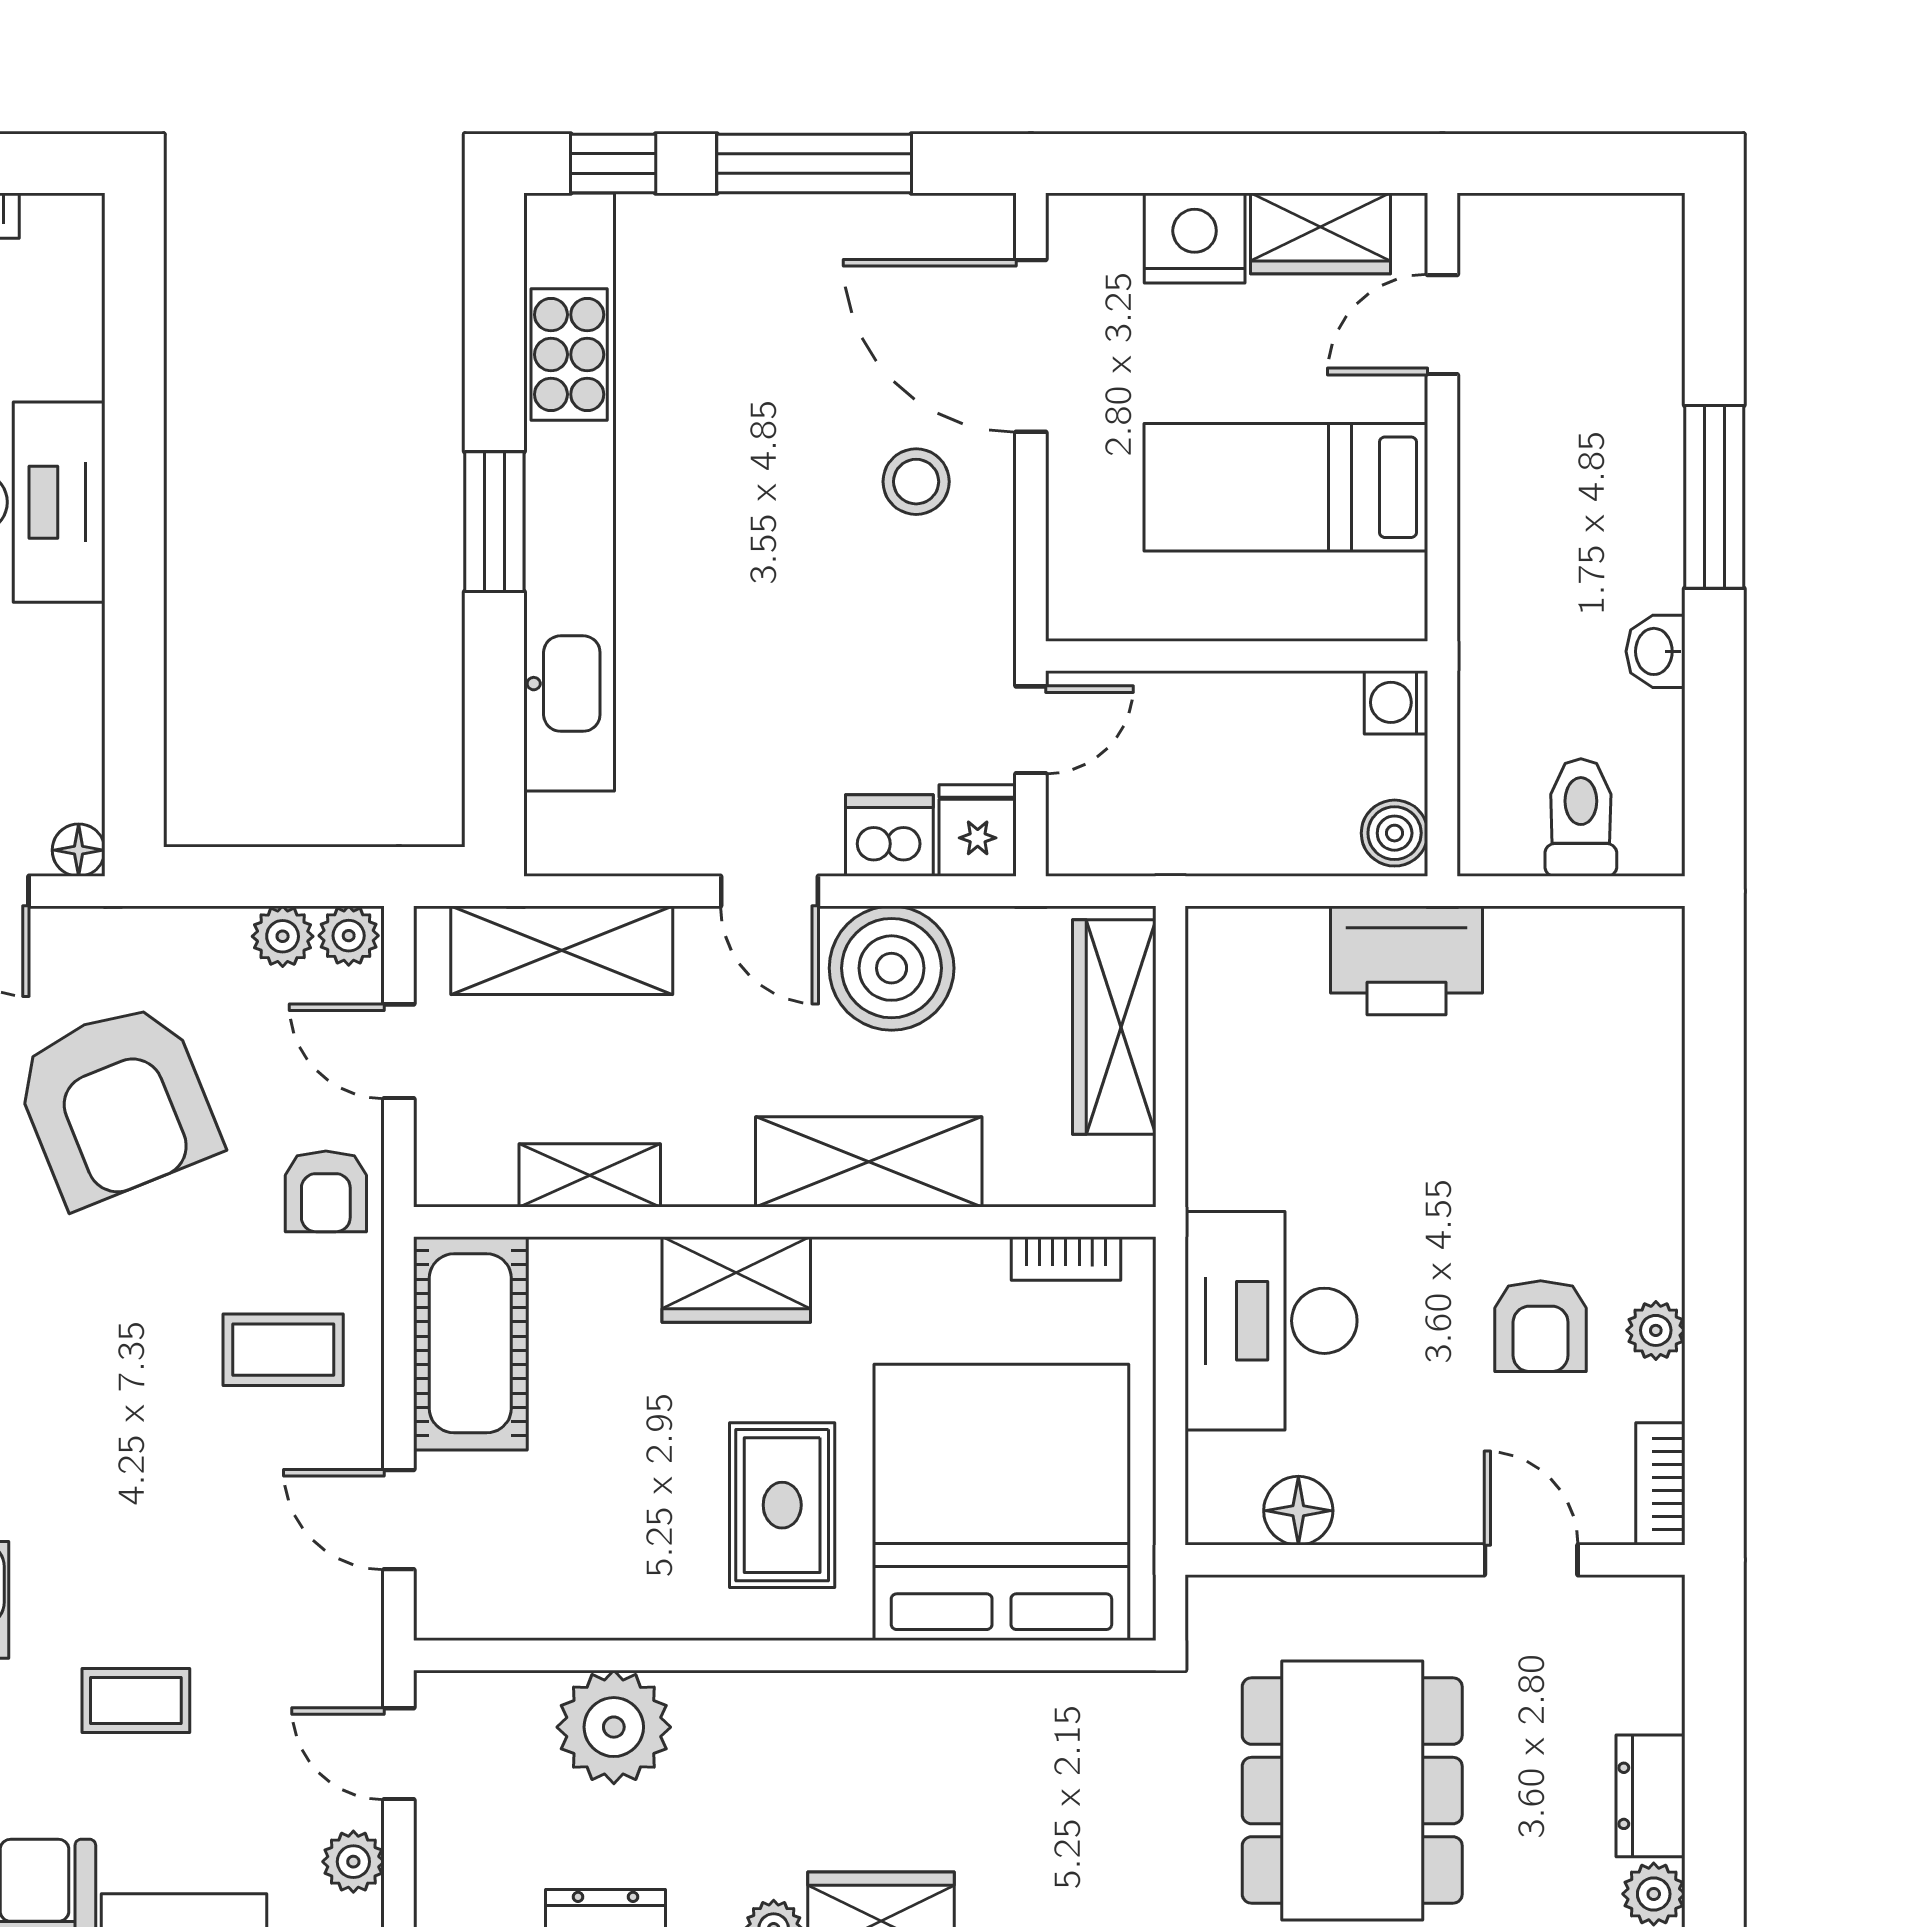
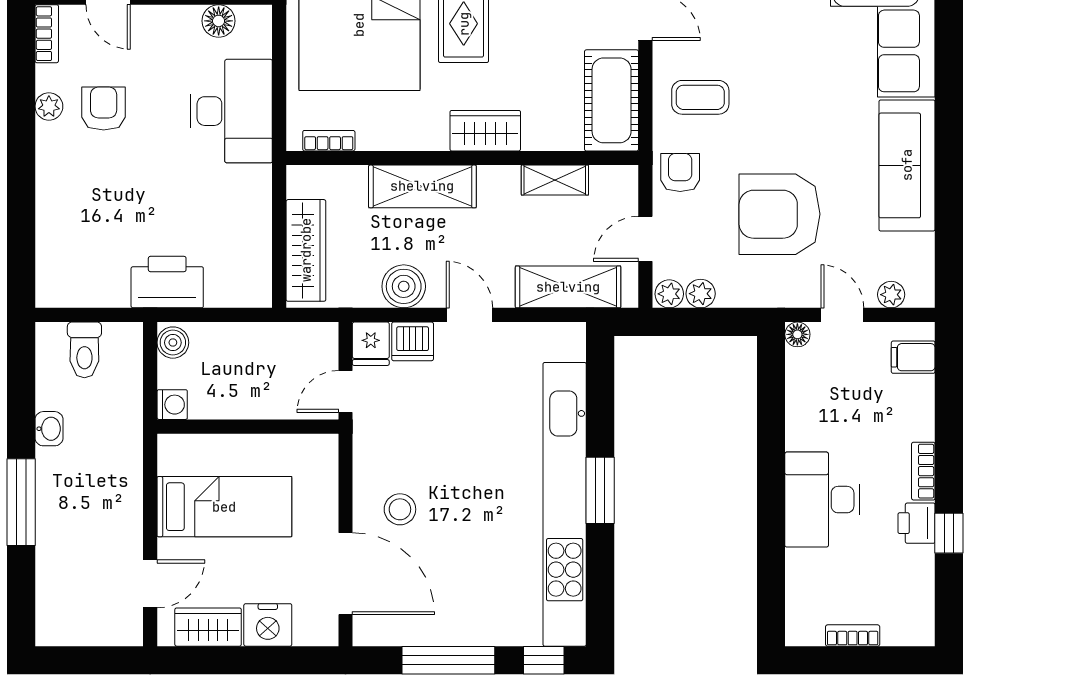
boiler: (892, 968) -> (404, 286), width x0.73, depth x0.73
door: (399, 1051) -> (645, 239), swing flipped
armchair: (116, 1103) -> (780, 214), turned -68

